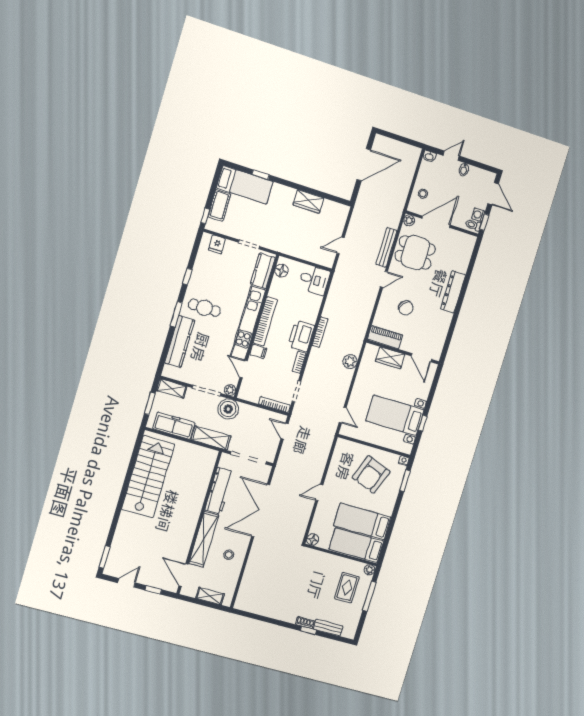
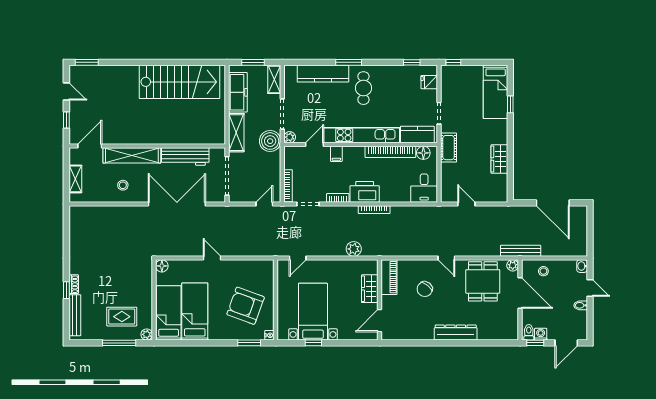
cot: (219, 205) -> (449, 148), moved, turned 90
bench: (386, 247) -> (521, 251), moved
window: (187, 277) -> (412, 62), moved
bookcase: (265, 321) -> (390, 152), moved
bench: (328, 628) -> (75, 315), width x1.36

